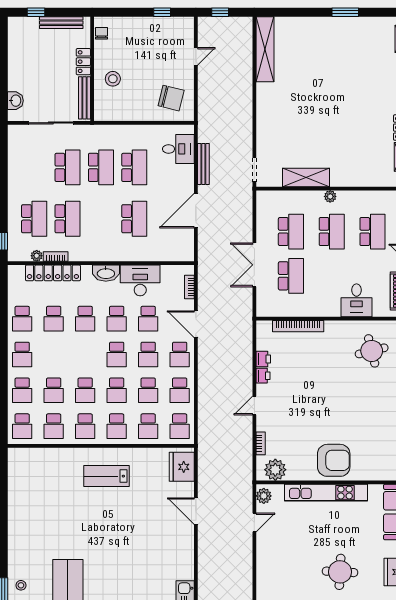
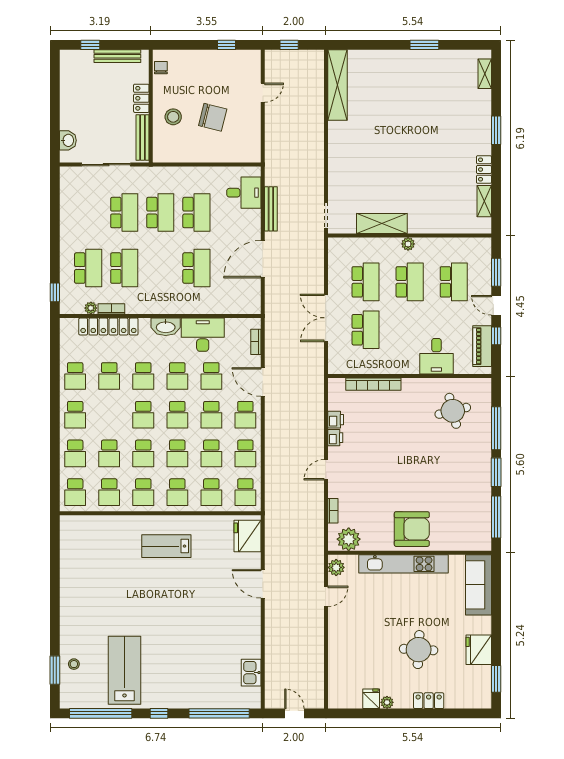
chair: (171, 98) -> (213, 117), moved
school desk: (85, 354) -> (143, 415), added

